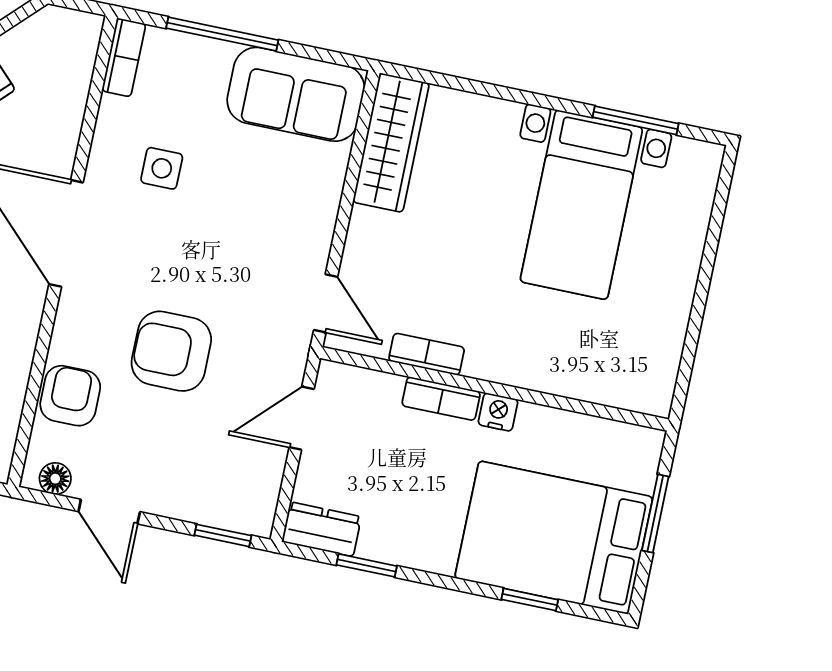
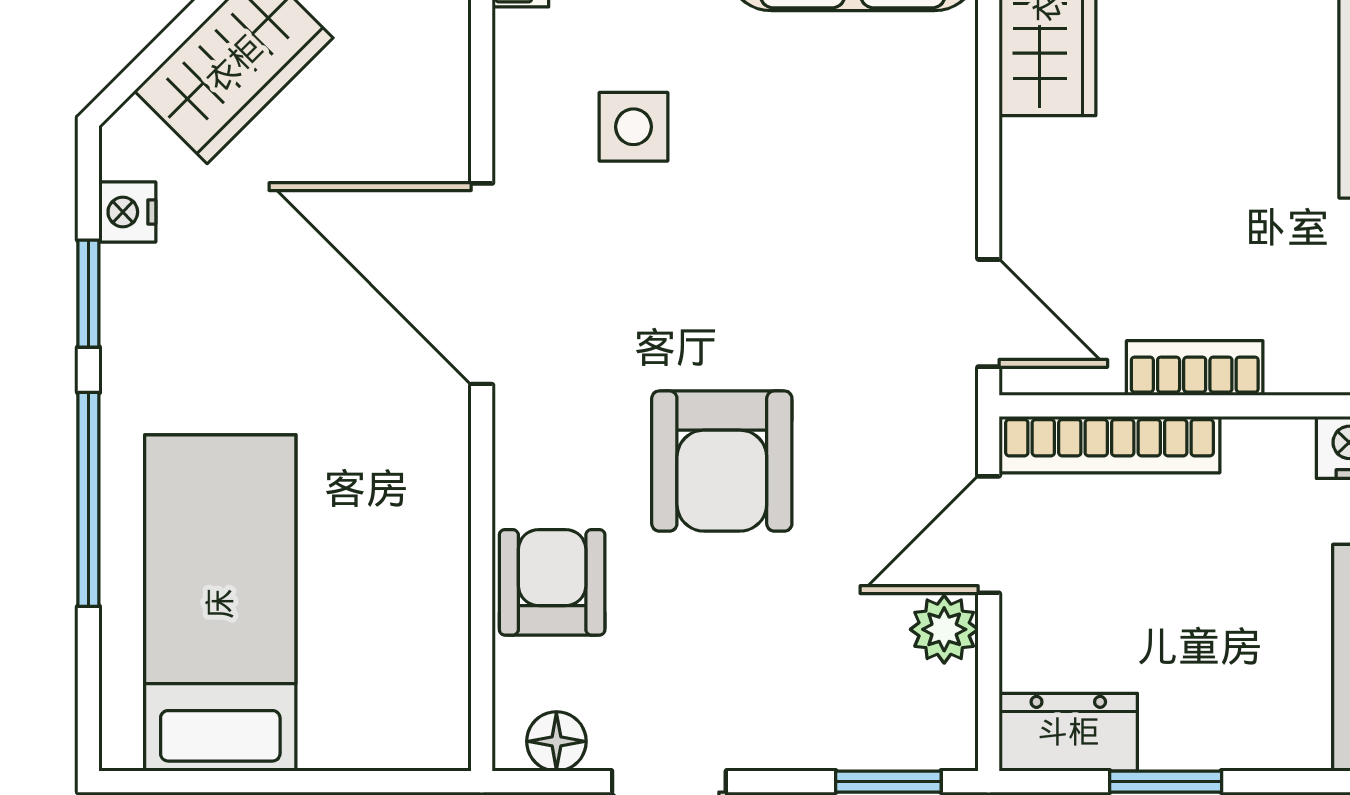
armchair: (171, 351) -> (722, 461), turned -90
bookcase: (441, 399) -> (1109, 445), moved, width x1.56
plant: (268, 462) -> (944, 629), added

